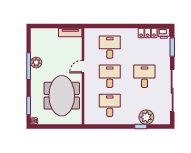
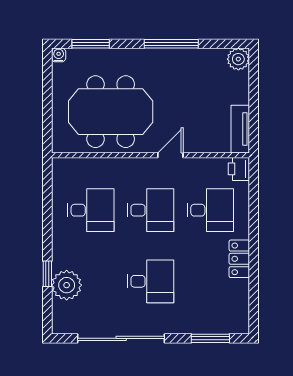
locker: (148, 33) -> (239, 259), moved
printer: (164, 33) -> (239, 169), moved
plant: (36, 62) -> (238, 59), moved
door: (83, 67) -> (170, 155), hinge flipped

